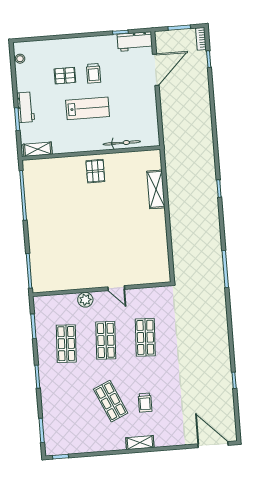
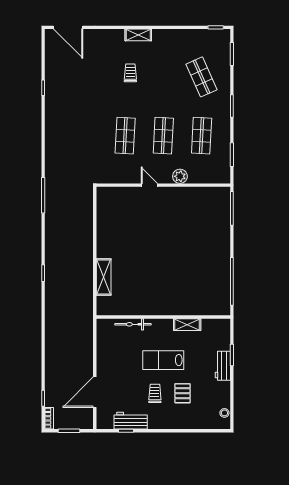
workbench: (135, 42) -> (131, 421), moved
pallet: (65, 76) -> (183, 393), turned 90
shelving: (38, 149) -> (187, 325), moved
pallet: (95, 171) -> (161, 299), removed
shop shelf: (111, 401) -> (202, 77), moved

